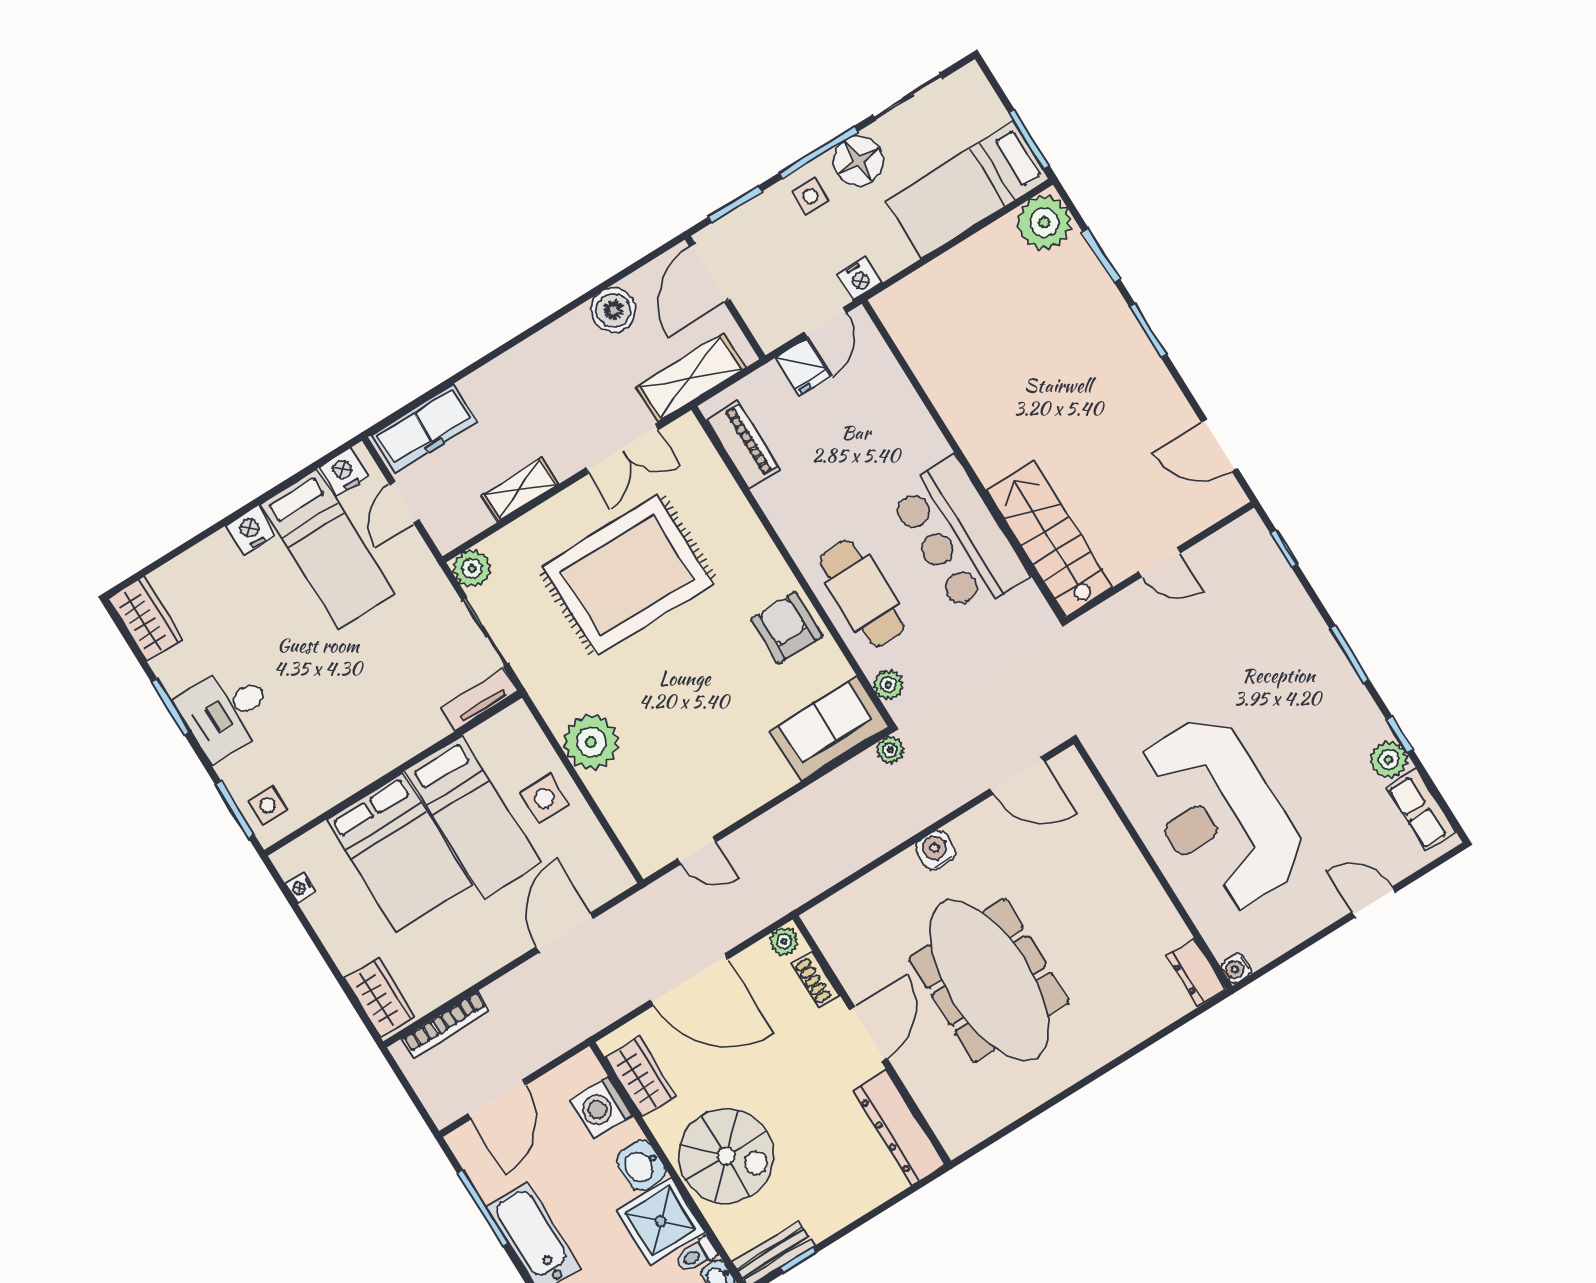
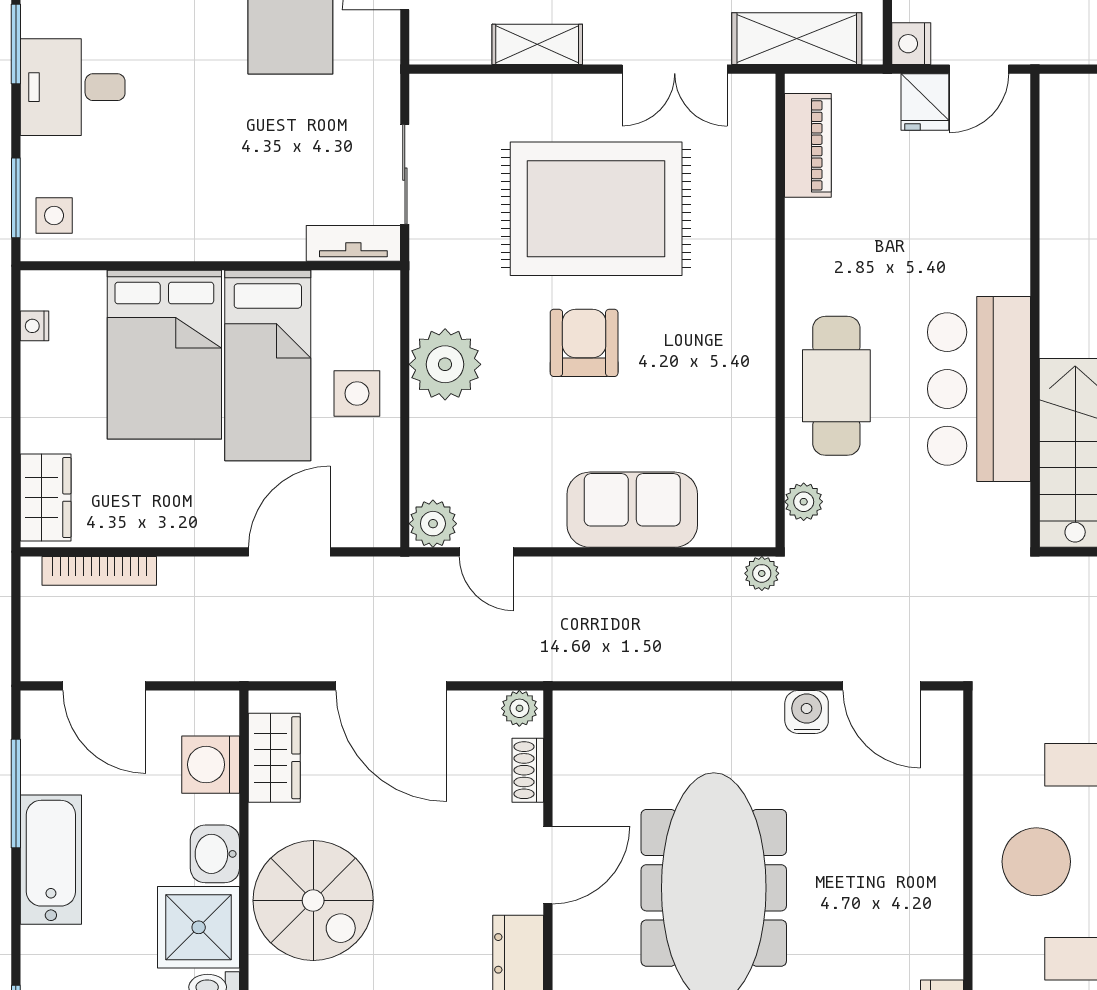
nightstand: (860, 279) -> (911, 44), moved, turned 90
plant: (472, 568) -> (433, 524), moved
armchair: (787, 628) -> (584, 343), moved
sofa: (829, 729) -> (632, 510), moved
water cooler: (936, 850) -> (807, 712), moved
door: (497, 1099) -> (104, 686), hinge flipped

